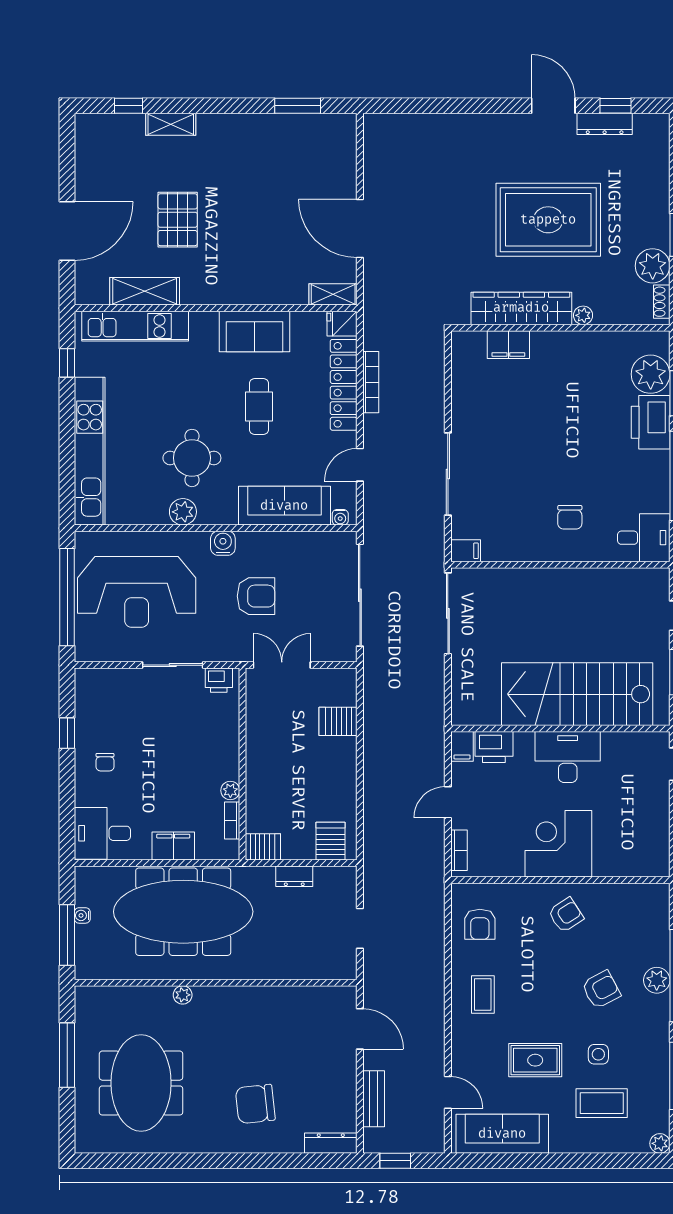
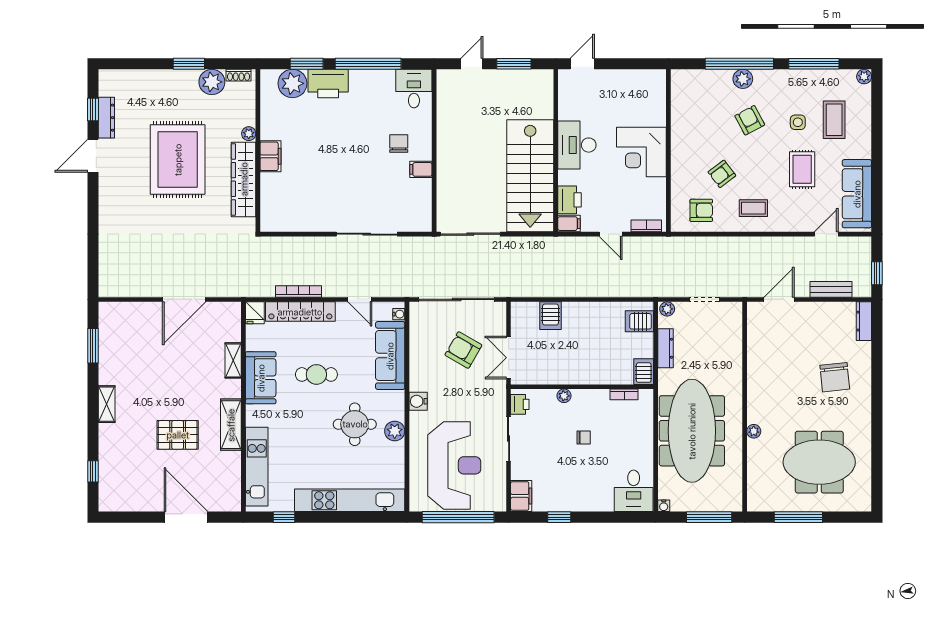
shelving: (171, 124) -> (107, 404), moved
shelving: (145, 291) -> (231, 425), moved
shelving: (333, 294) -> (233, 360), moved
filing cabinet: (508, 345) -> (271, 156), moved
chair: (570, 517) -> (399, 143), turned -90
filing cabinet: (466, 551) -> (421, 169), moved, turned -90
armchair: (256, 596) -> (463, 350), moved, turned -60
stairs: (577, 694) -> (530, 176), moved
chair: (105, 762) -> (584, 437), moved
plant: (230, 791) -> (564, 396), moved
filing cabinet: (173, 846) -> (521, 496), moved, turned 180
dresser: (294, 876) -> (666, 348), width x1.44
plant: (347, 878) -> (667, 309), added
water cooler: (82, 915) -> (664, 506), moved
armchair: (566, 915) -> (722, 174), moved, turned -94

